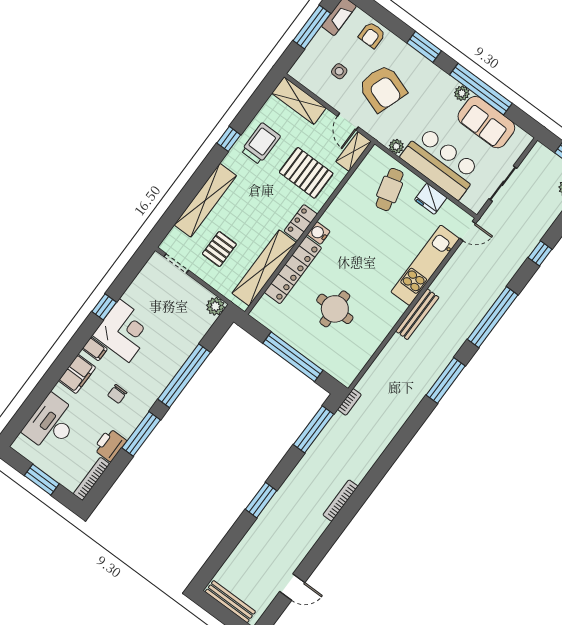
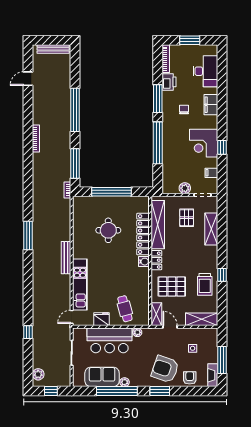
armchair: (383, 88) -> (165, 369), moved
shelving: (205, 200) -> (211, 229), width x0.68
plant: (215, 306) -> (185, 188), moved
window: (493, 317) -> (28, 284), removed
filing cabinet: (95, 349) -> (211, 173), moved
window: (261, 500) -> (75, 110), width x2.11

